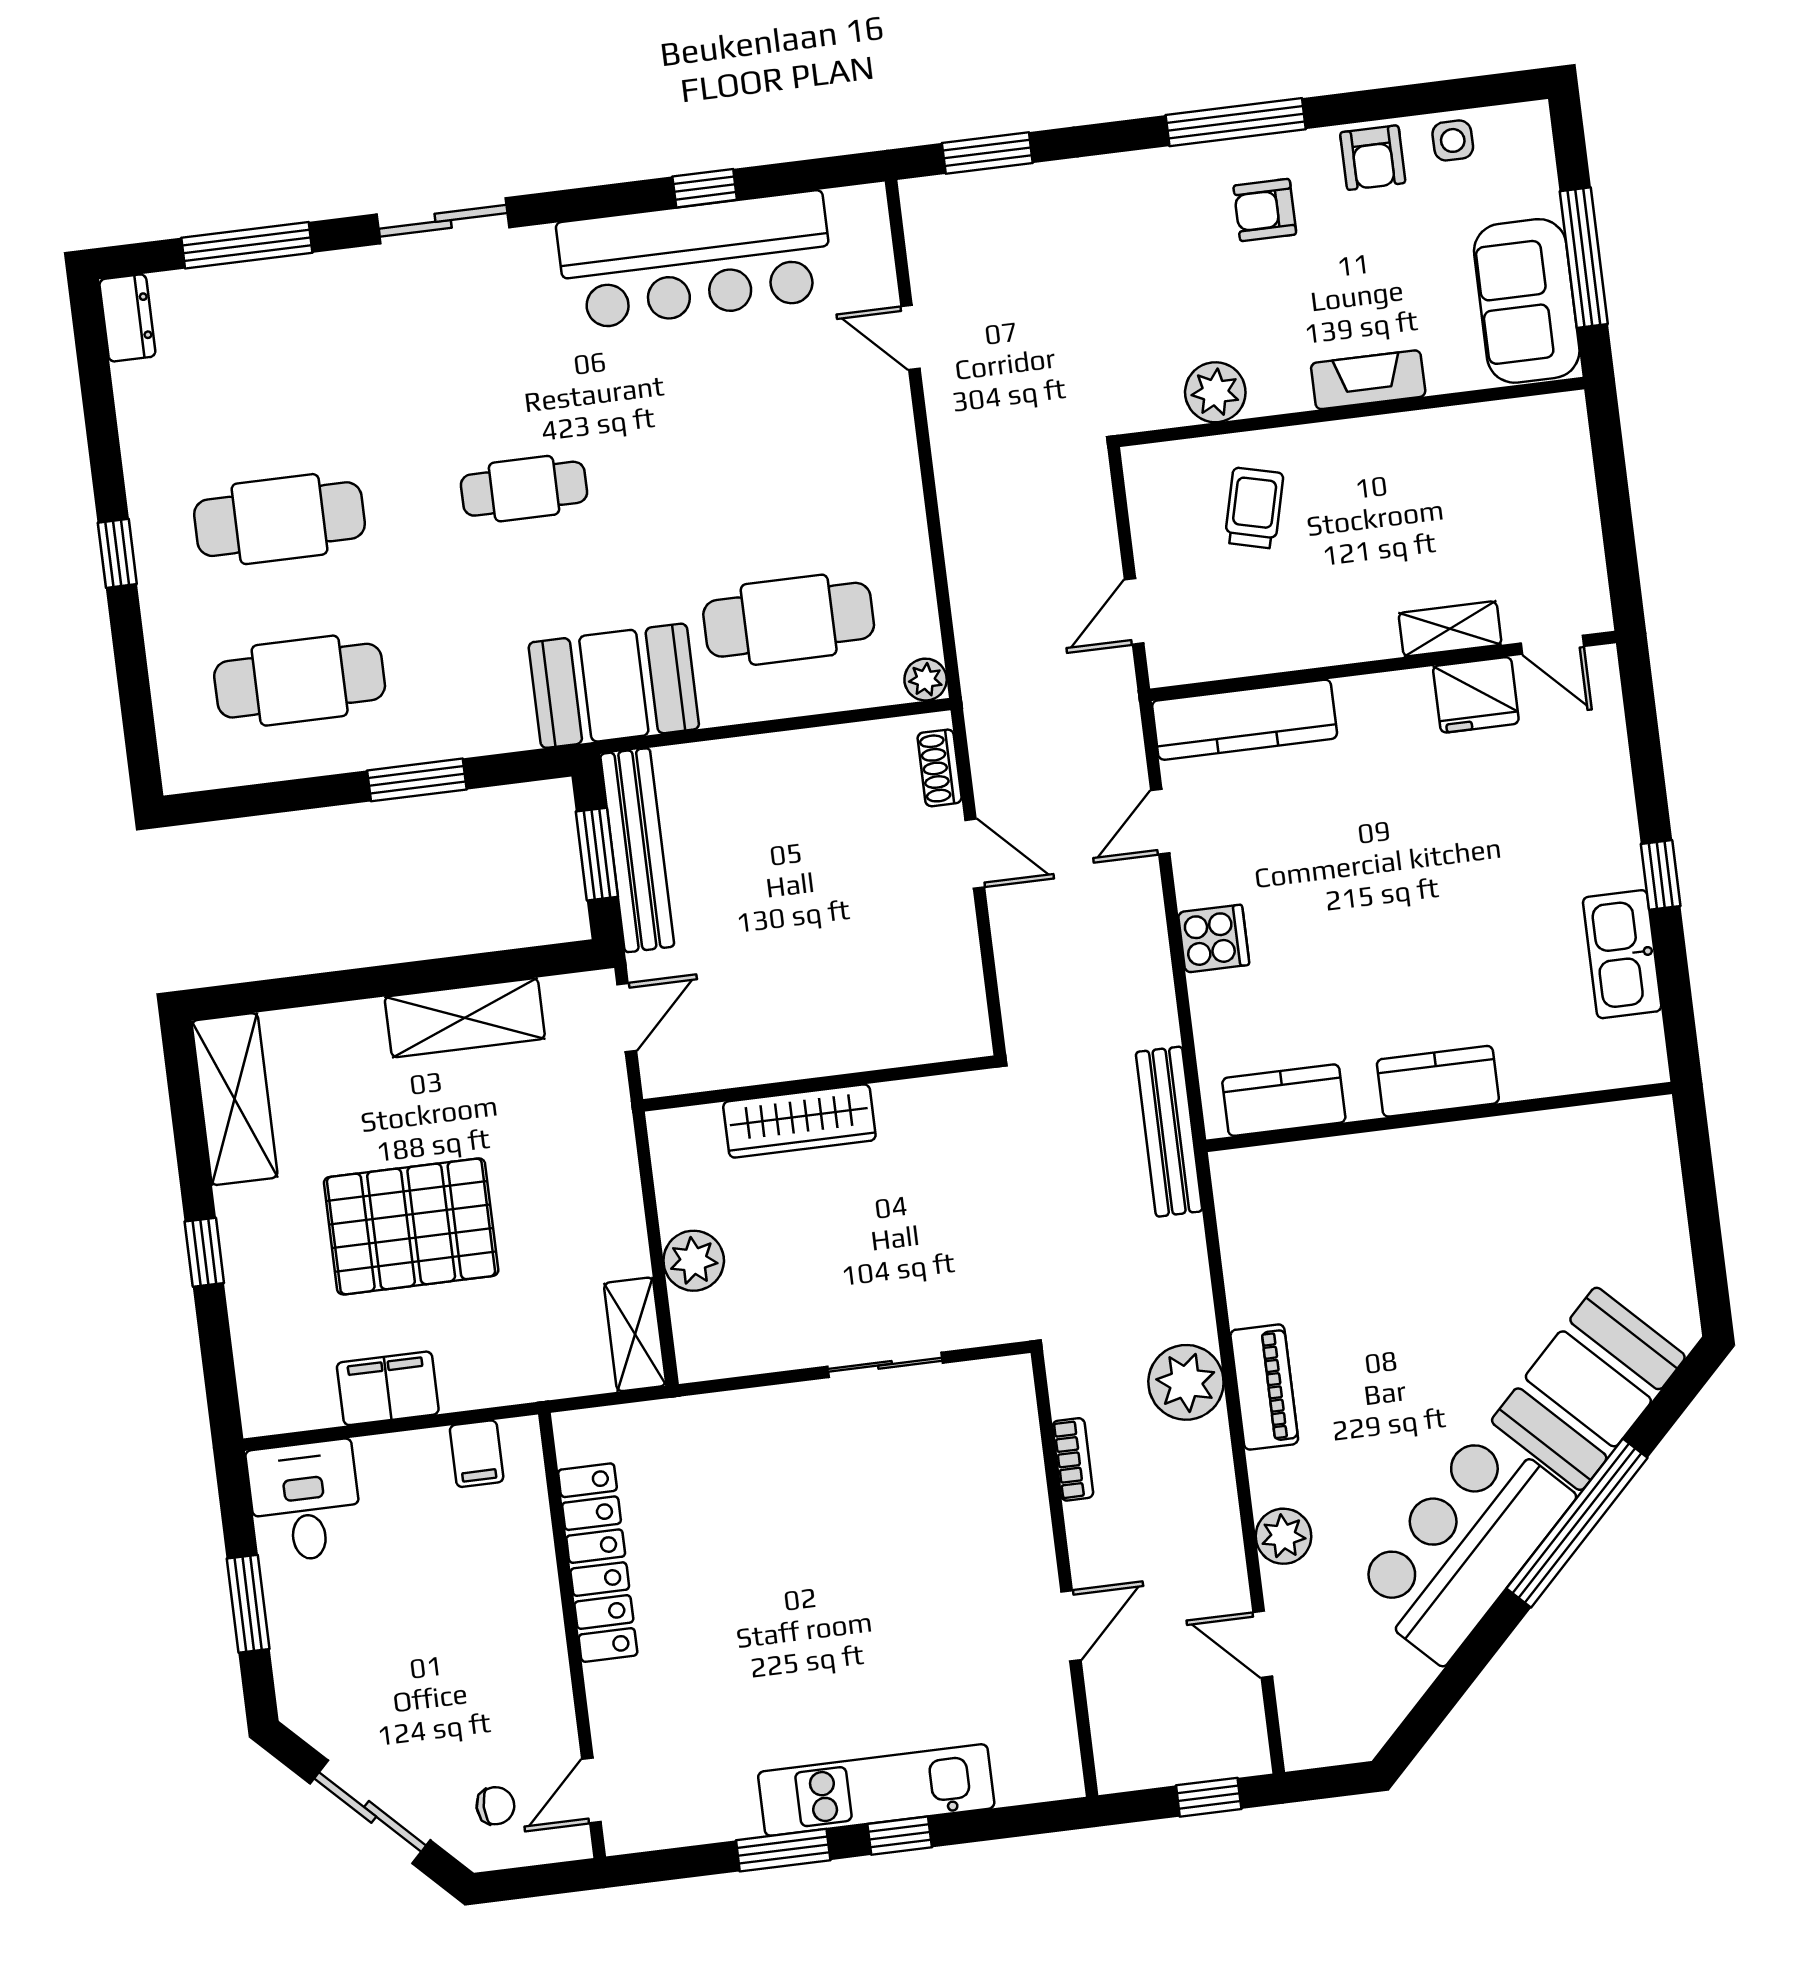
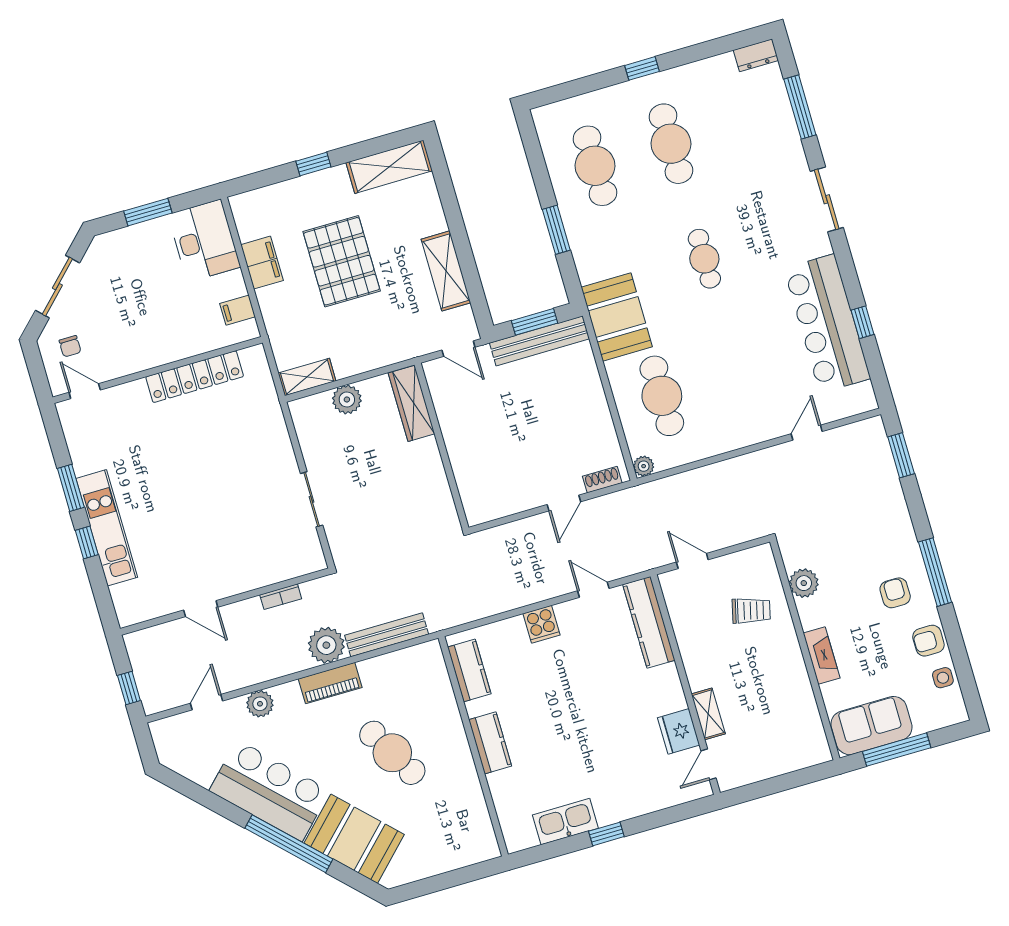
wardrobe: (799, 1121) -> (412, 403), moved
bench: (1169, 1132) -> (387, 635), moved
cafe table: (1426, 1283) -> (392, 753), added
desk: (305, 1501) -> (204, 241), width x1.37

